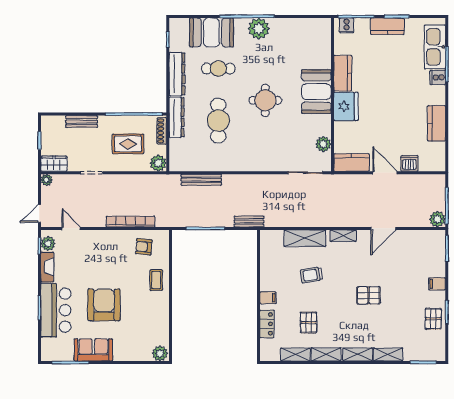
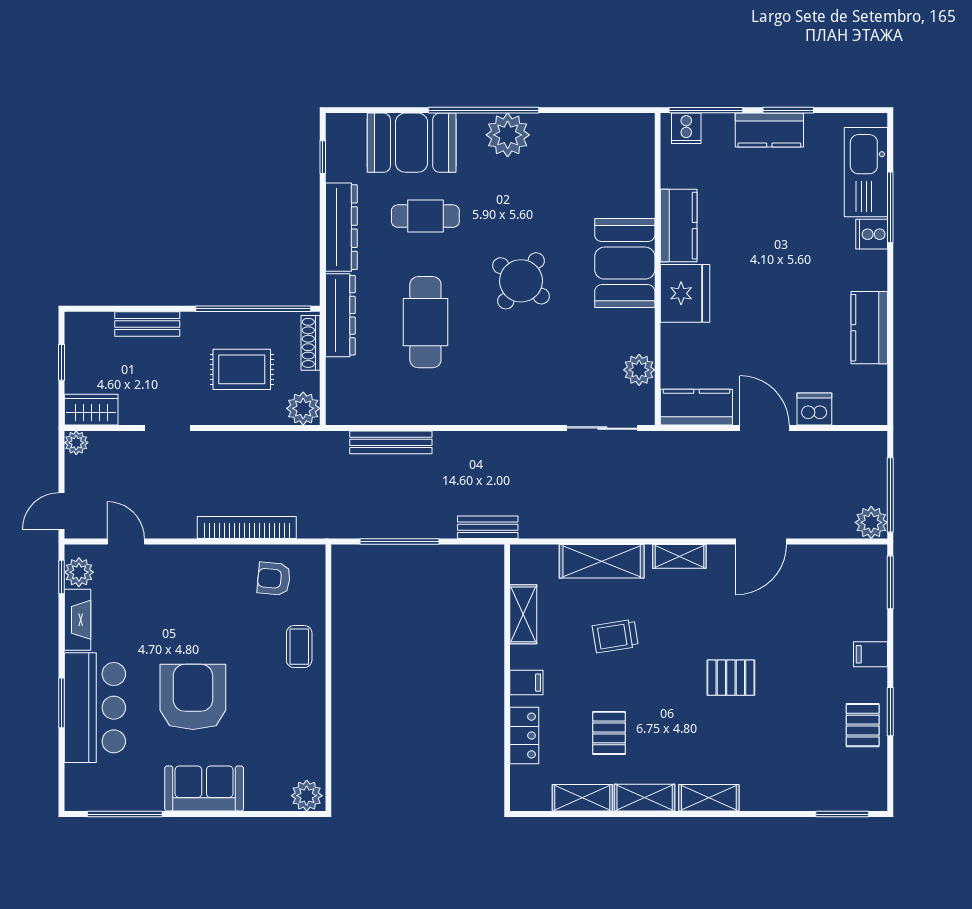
round table: (265, 100) -> (521, 281), turned 37
sofa: (93, 350) -> (204, 789), moved
shelving: (388, 354) -> (523, 614), moved, turned 90

